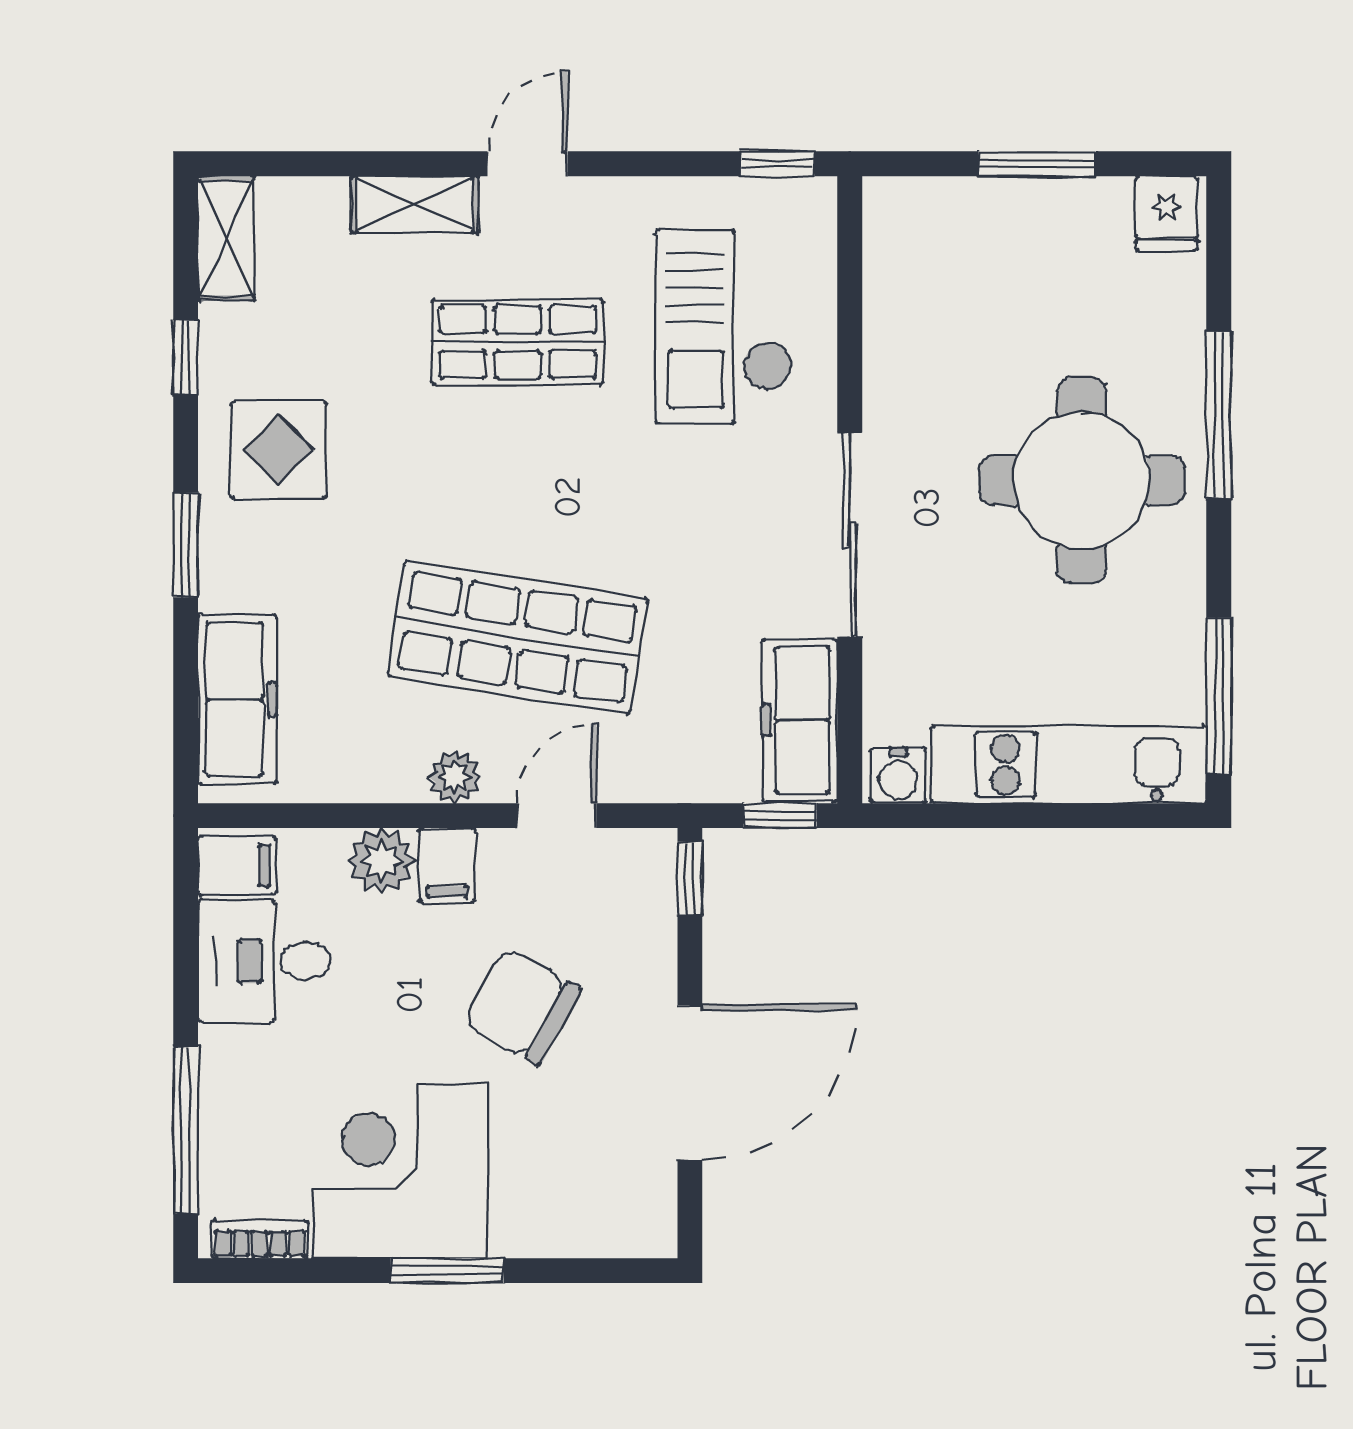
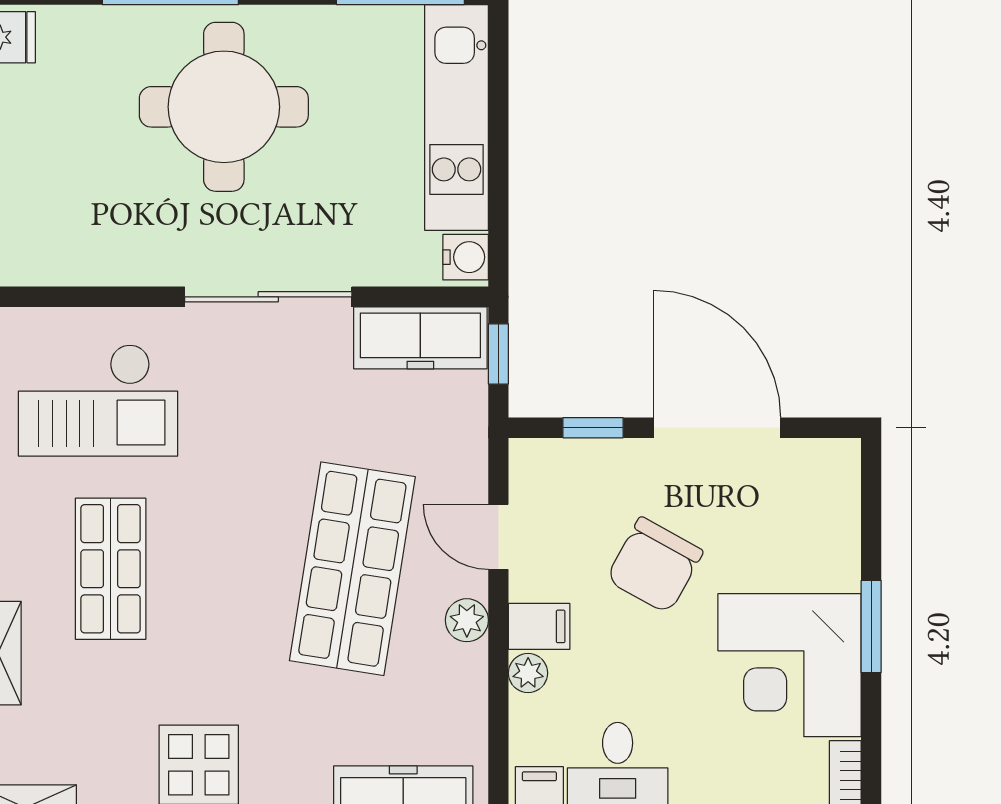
plant: (381, 861) -> (528, 673), width x0.73, depth x0.73
window: (690, 879) -> (593, 428), moved

